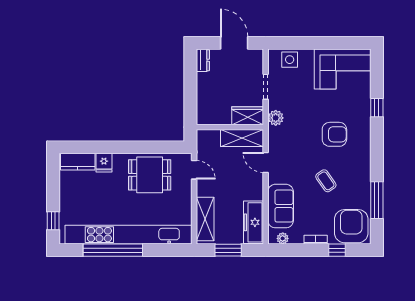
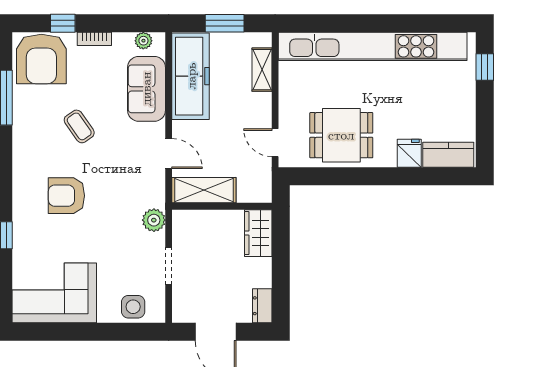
wardrobe: (248, 116) -> (258, 233), moved, turned 90
shelving: (205, 219) -> (262, 70), width x0.67, depth x0.75
freezer: (254, 222) -> (191, 76), width x1.36, depth x1.26
window: (113, 250) -> (396, 23), removed

